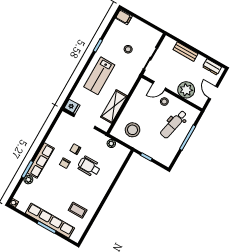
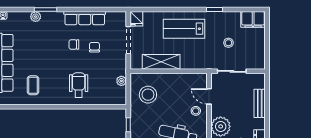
filing cabinet: (124, 17) -> (253, 19), width x2.00
row of seats: (41, 160) -> (85, 18), moved
wheelchair: (89, 167) -> (79, 85), moved

